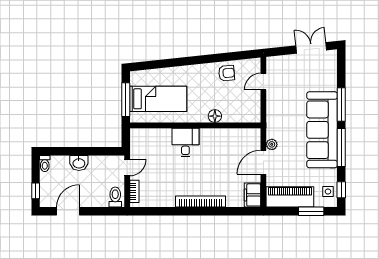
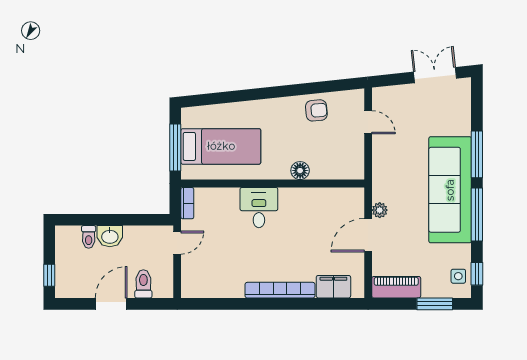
door: (263, 82) -> (368, 122), swing flipped
toilet: (45, 163) -> (89, 237), moved
bookcase: (134, 191) -> (187, 203), moved
filing cabinet: (253, 195) -> (333, 287), moved, turned 90
toilet: (115, 197) -> (143, 284), moved
piano: (290, 197) -> (396, 287), width x0.73, depth x0.75
door: (68, 211) -> (111, 304), moved

